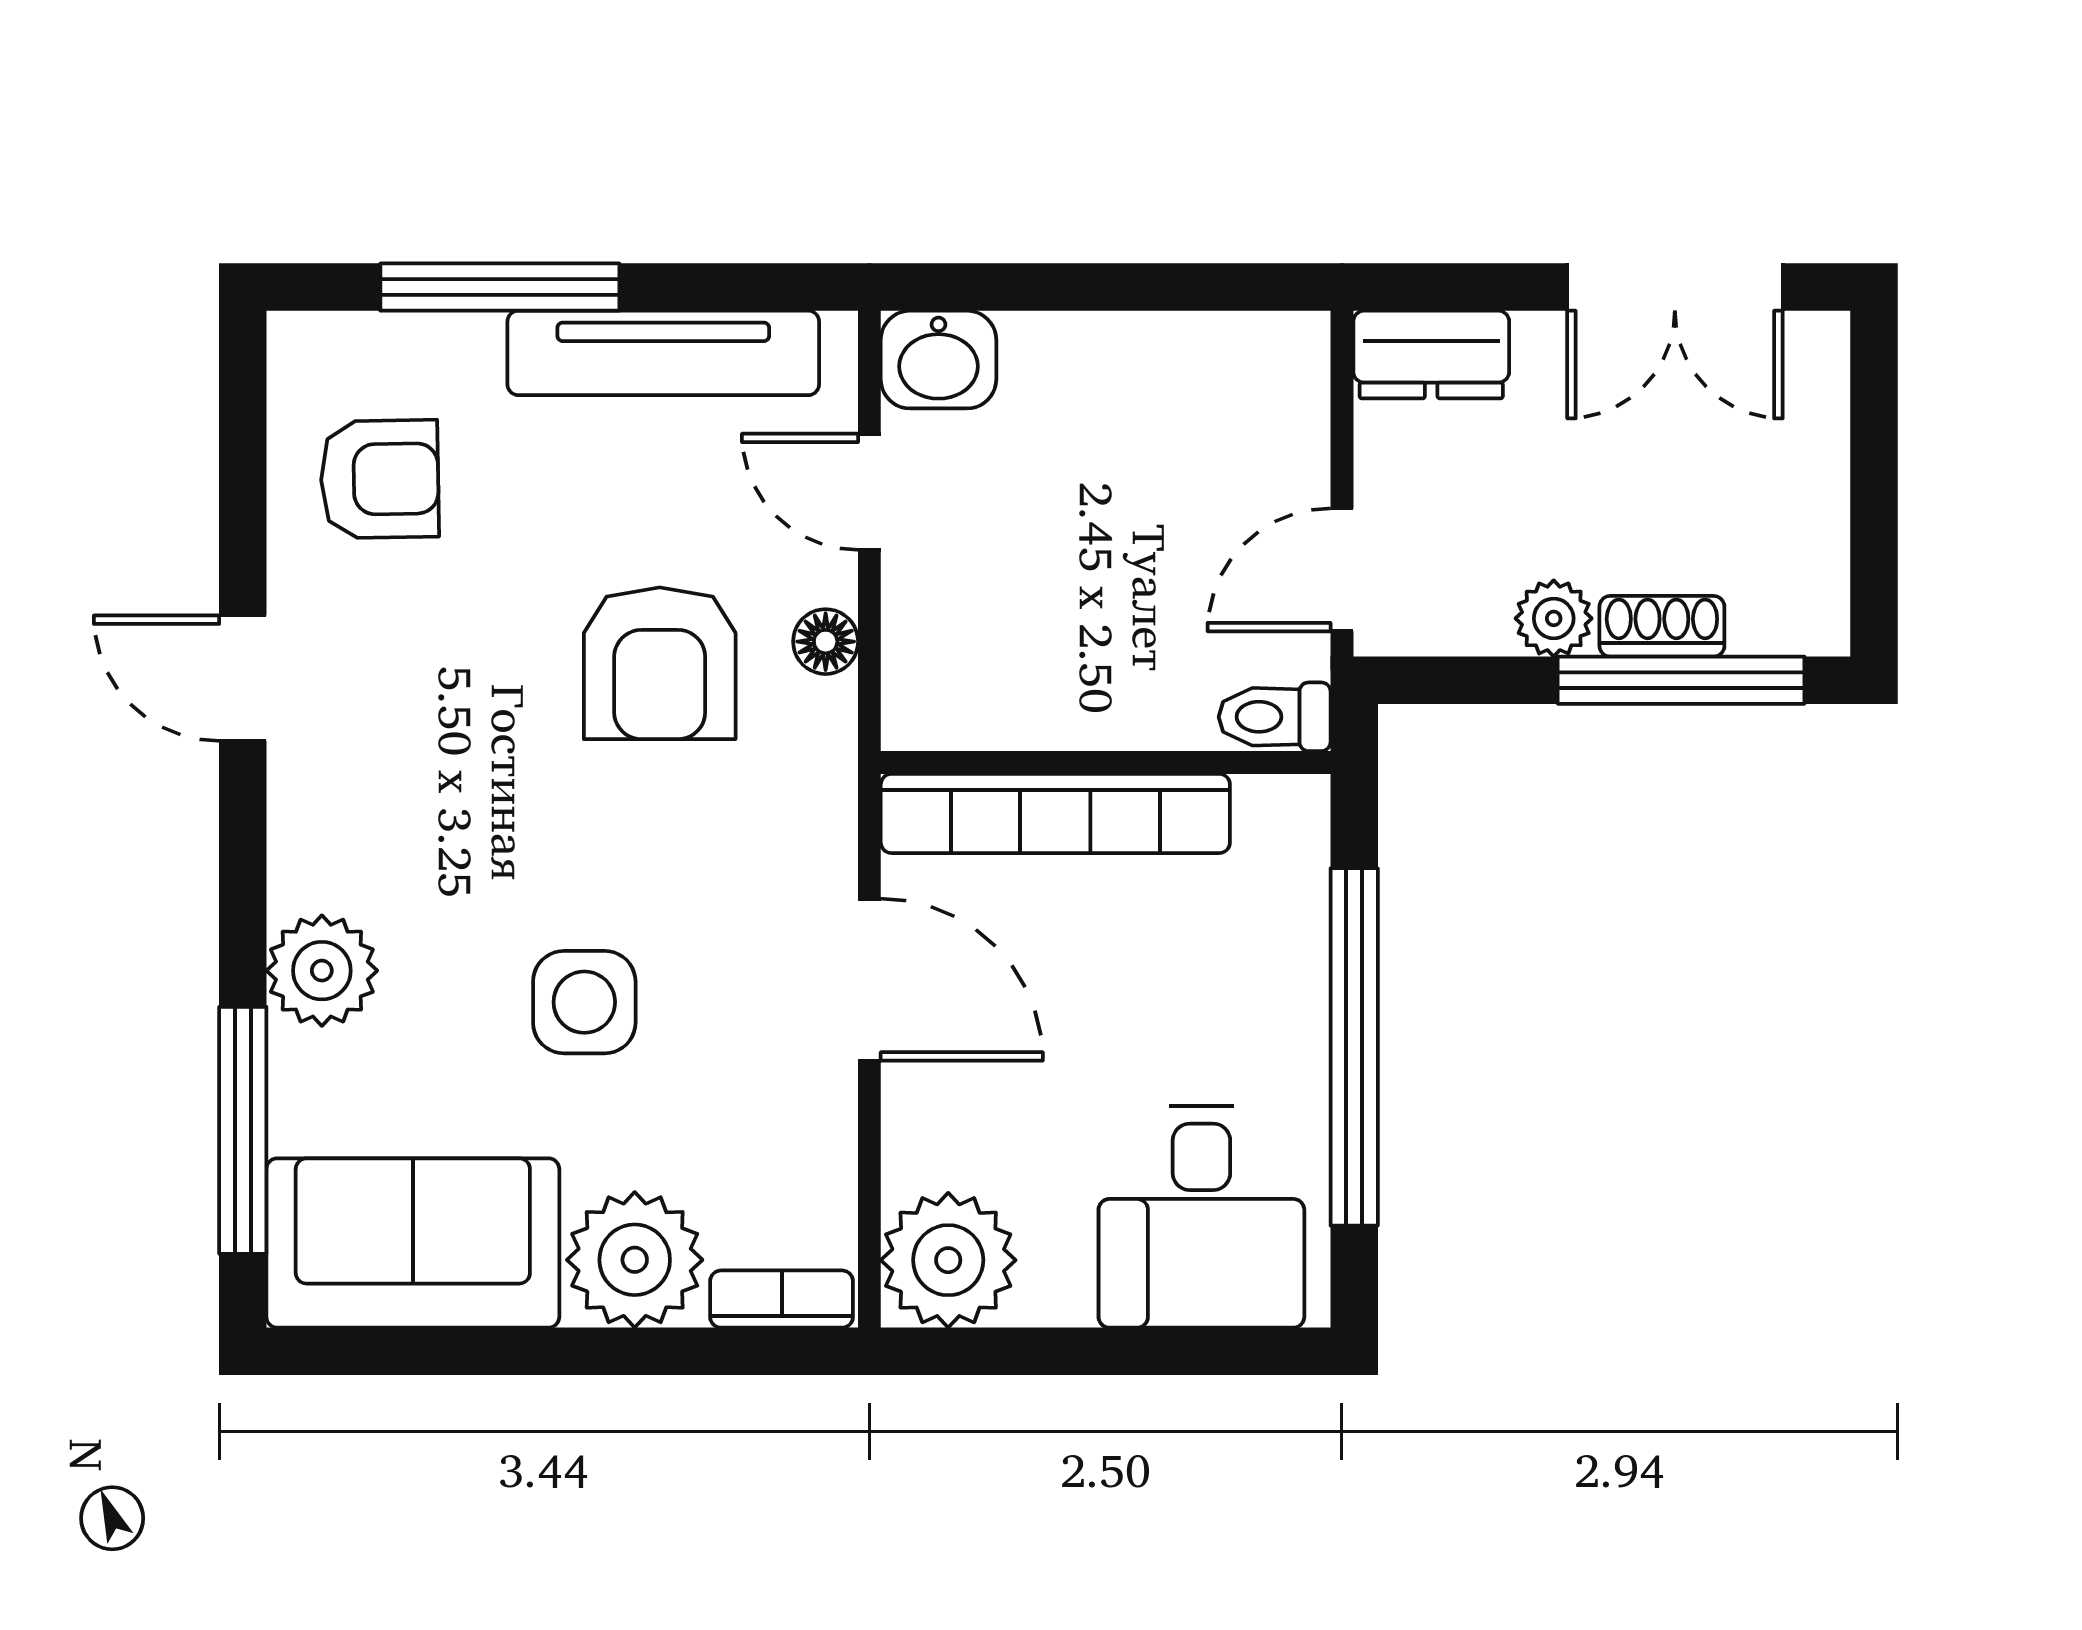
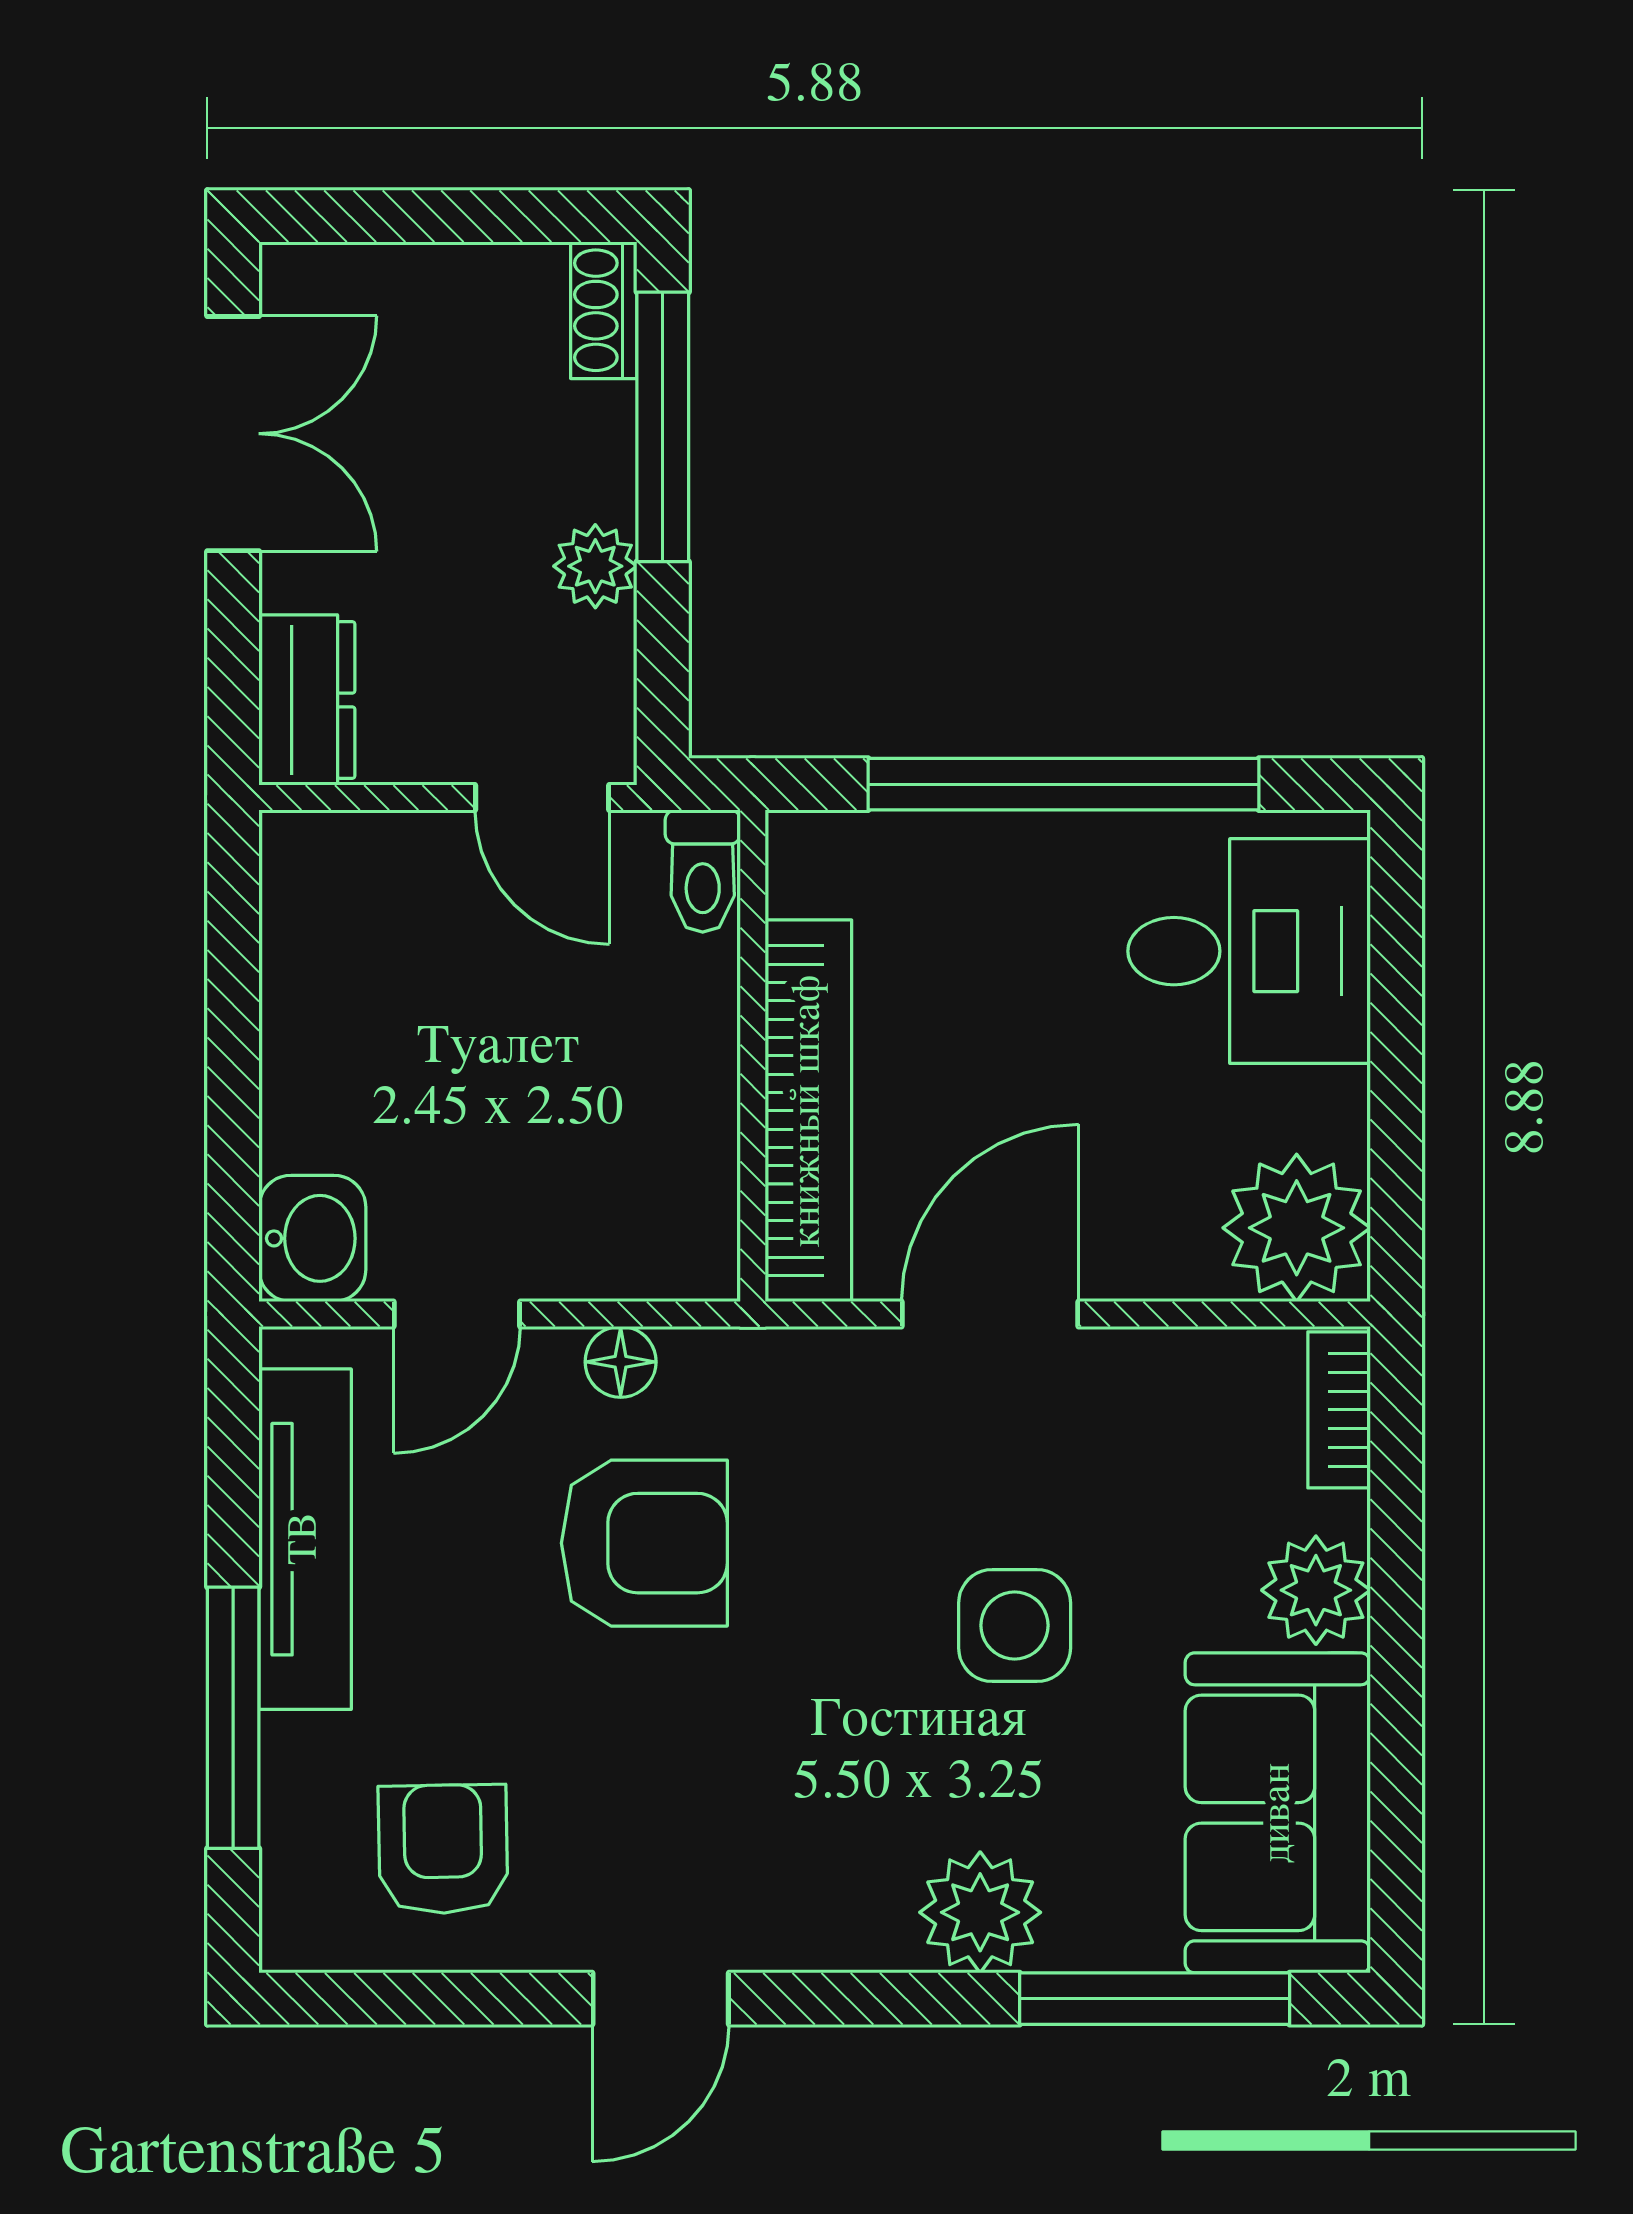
shoe rack: (1662, 626) -> (604, 310), moved
plant: (635, 1260) -> (1316, 1590), width x0.73, depth x0.73

